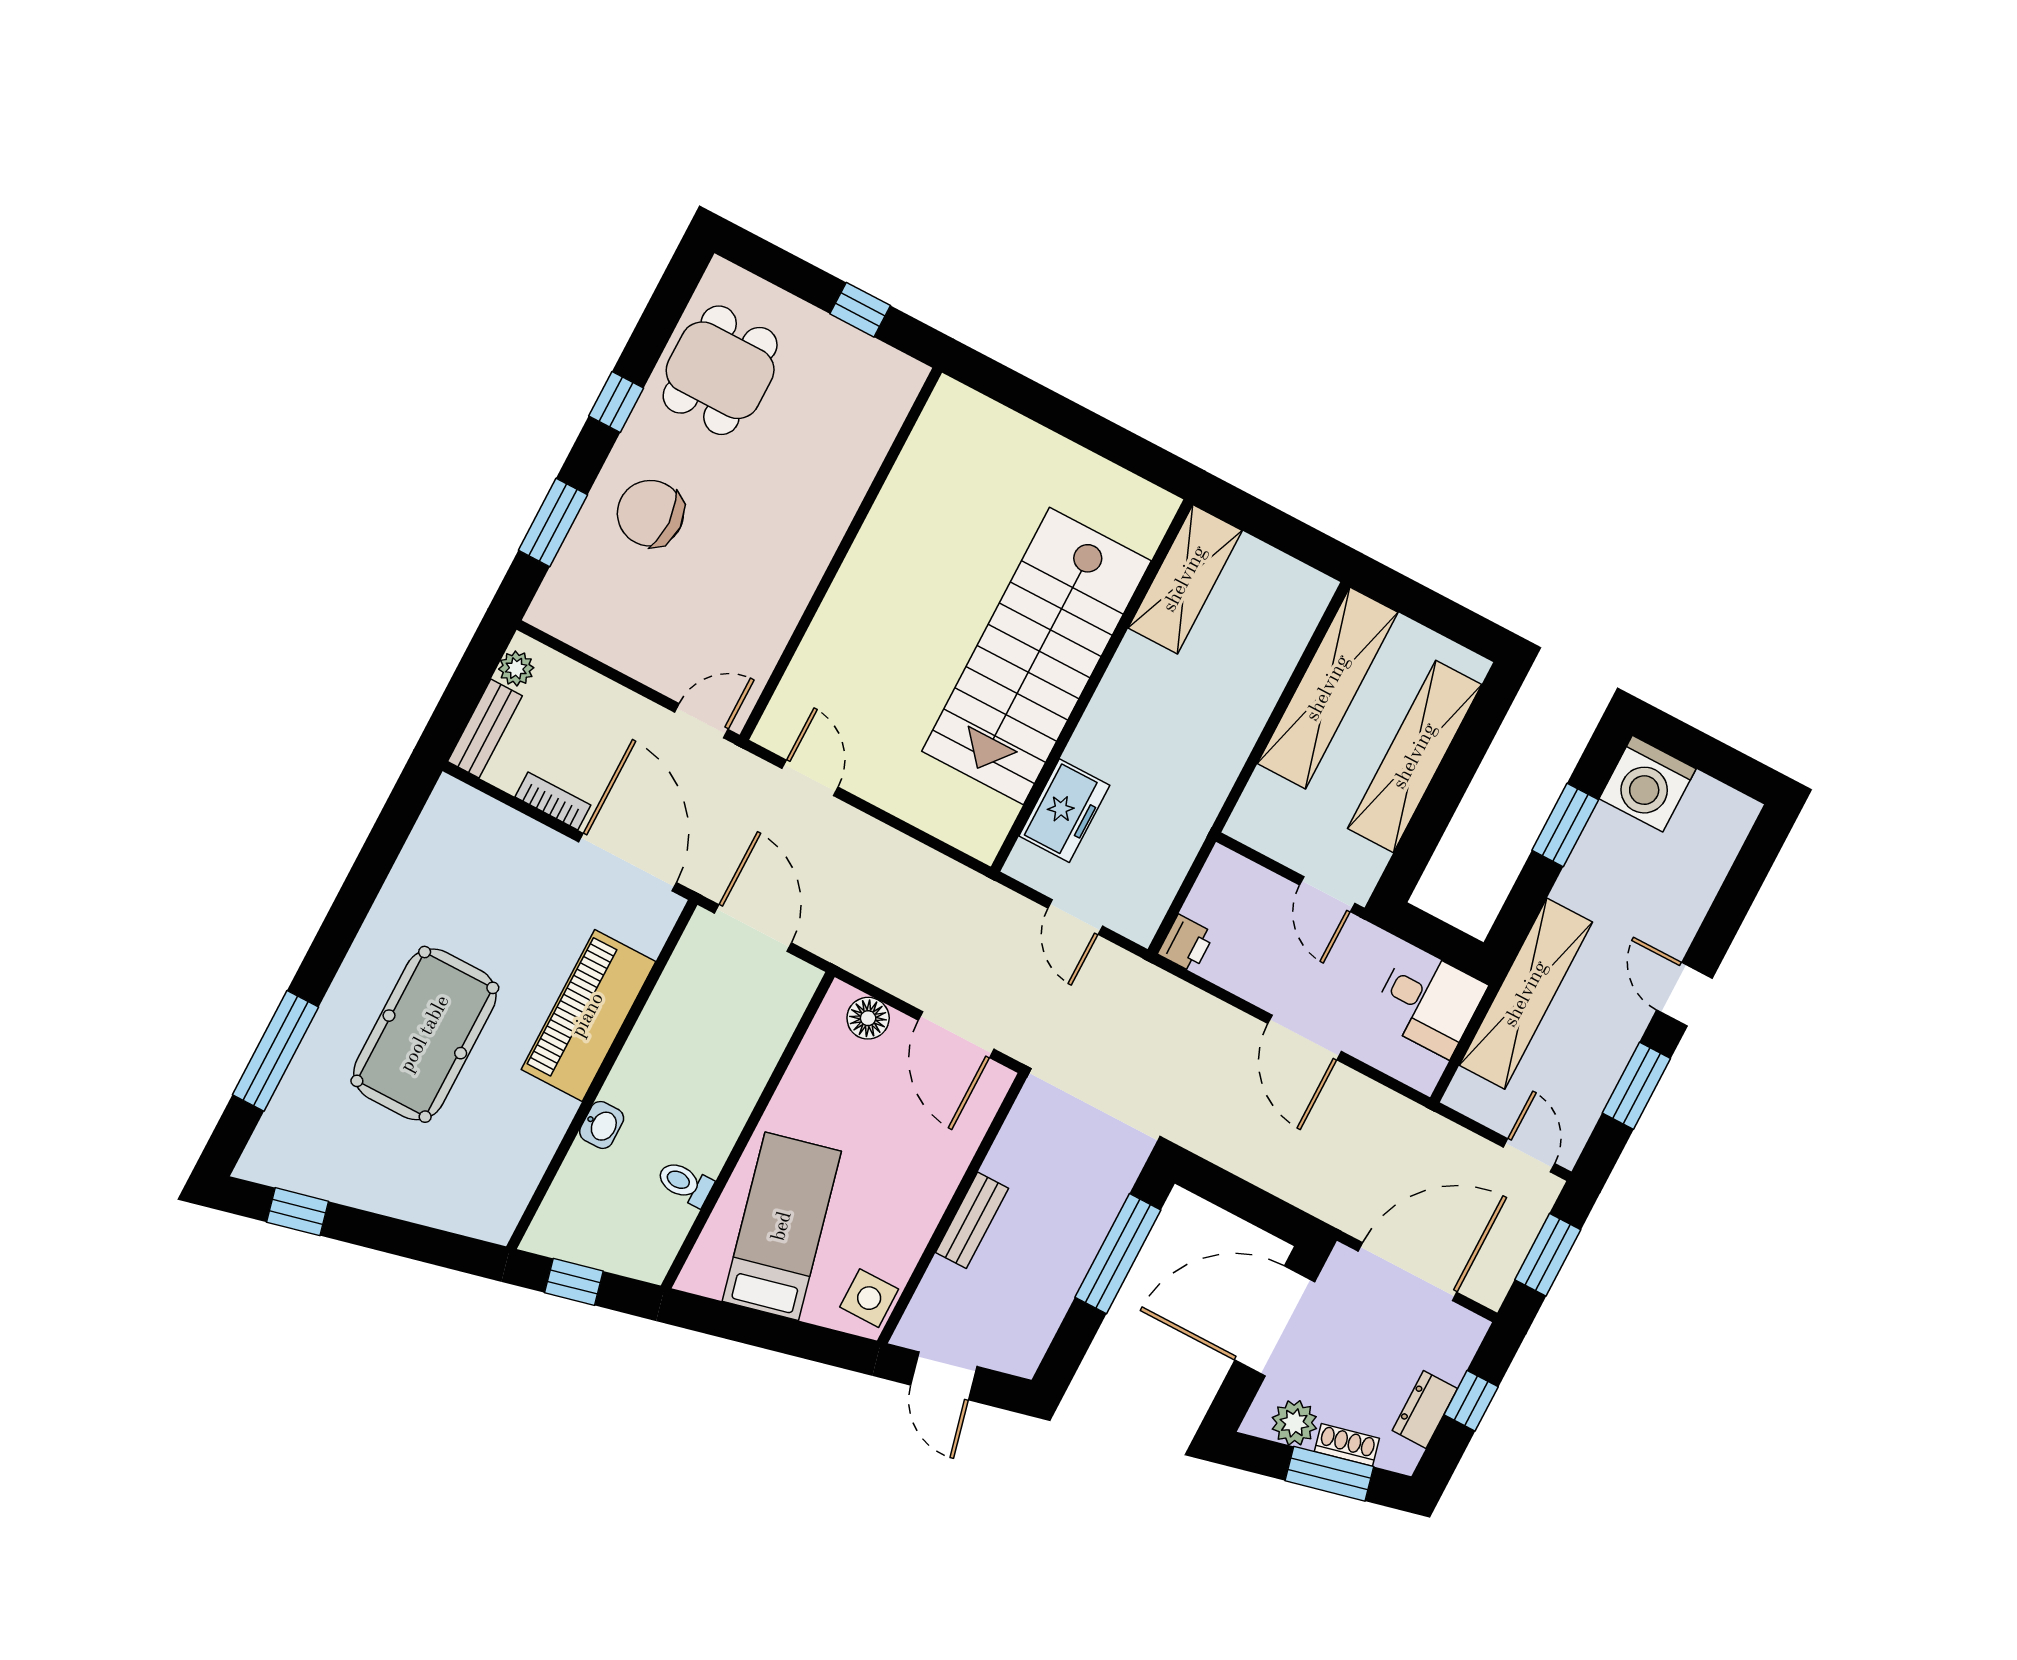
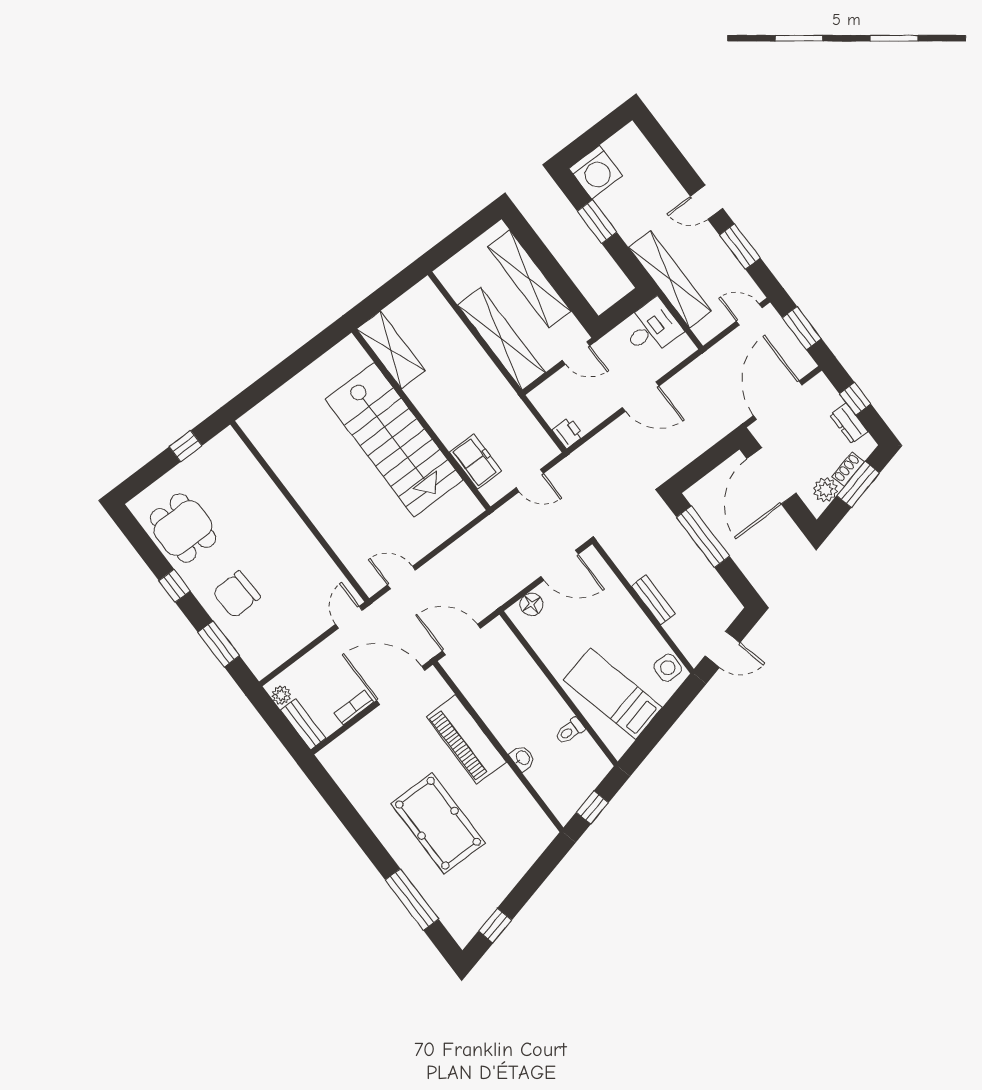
shelving: (1328, 688) -> (501, 339), moved

